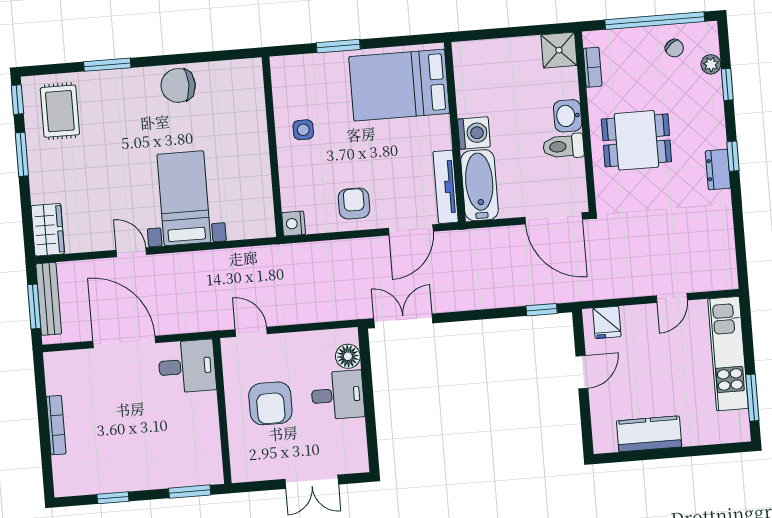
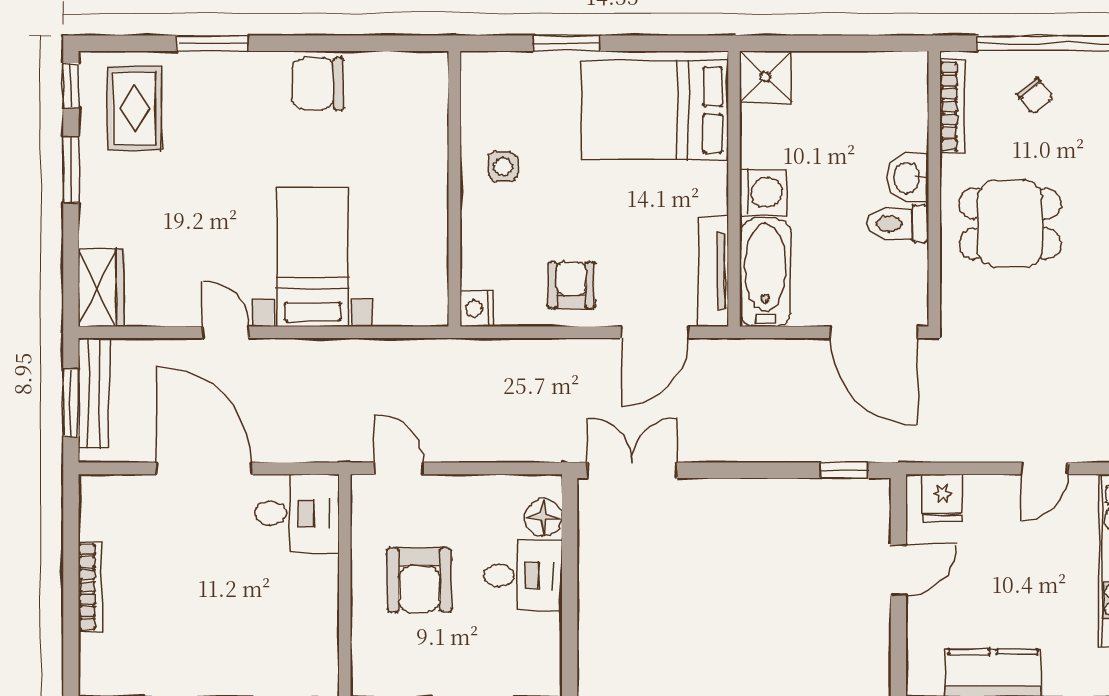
chair: (674, 48) -> (1035, 96), moved
shower: (559, 50) -> (765, 77), moved
bookcase: (593, 67) -> (952, 107), width x1.56

